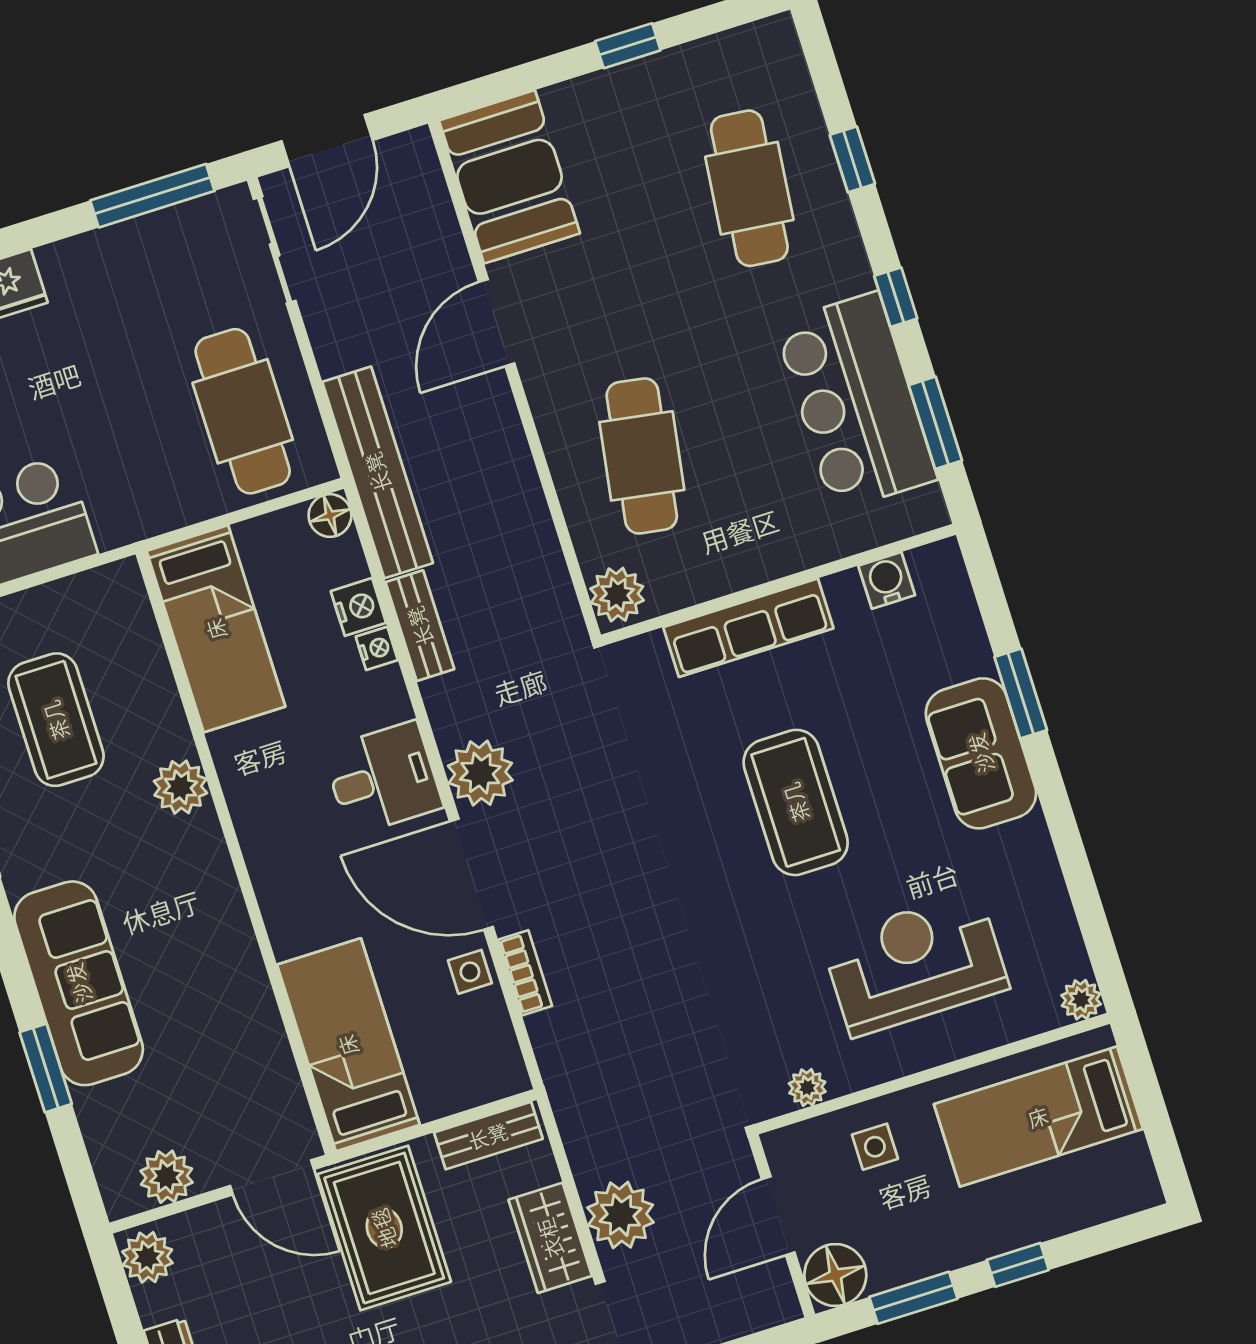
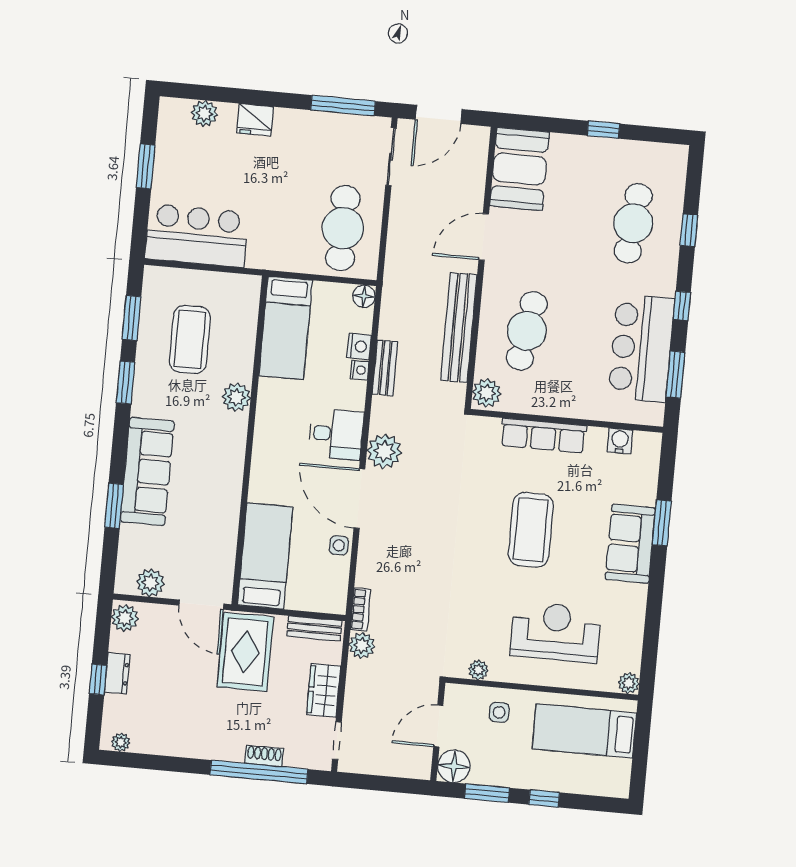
bench: (378, 472) -> (459, 327), moved
bookcase: (525, 973) -> (360, 609), moved
plant: (621, 1215) -> (362, 646), moved, width x0.73, depth x0.73

